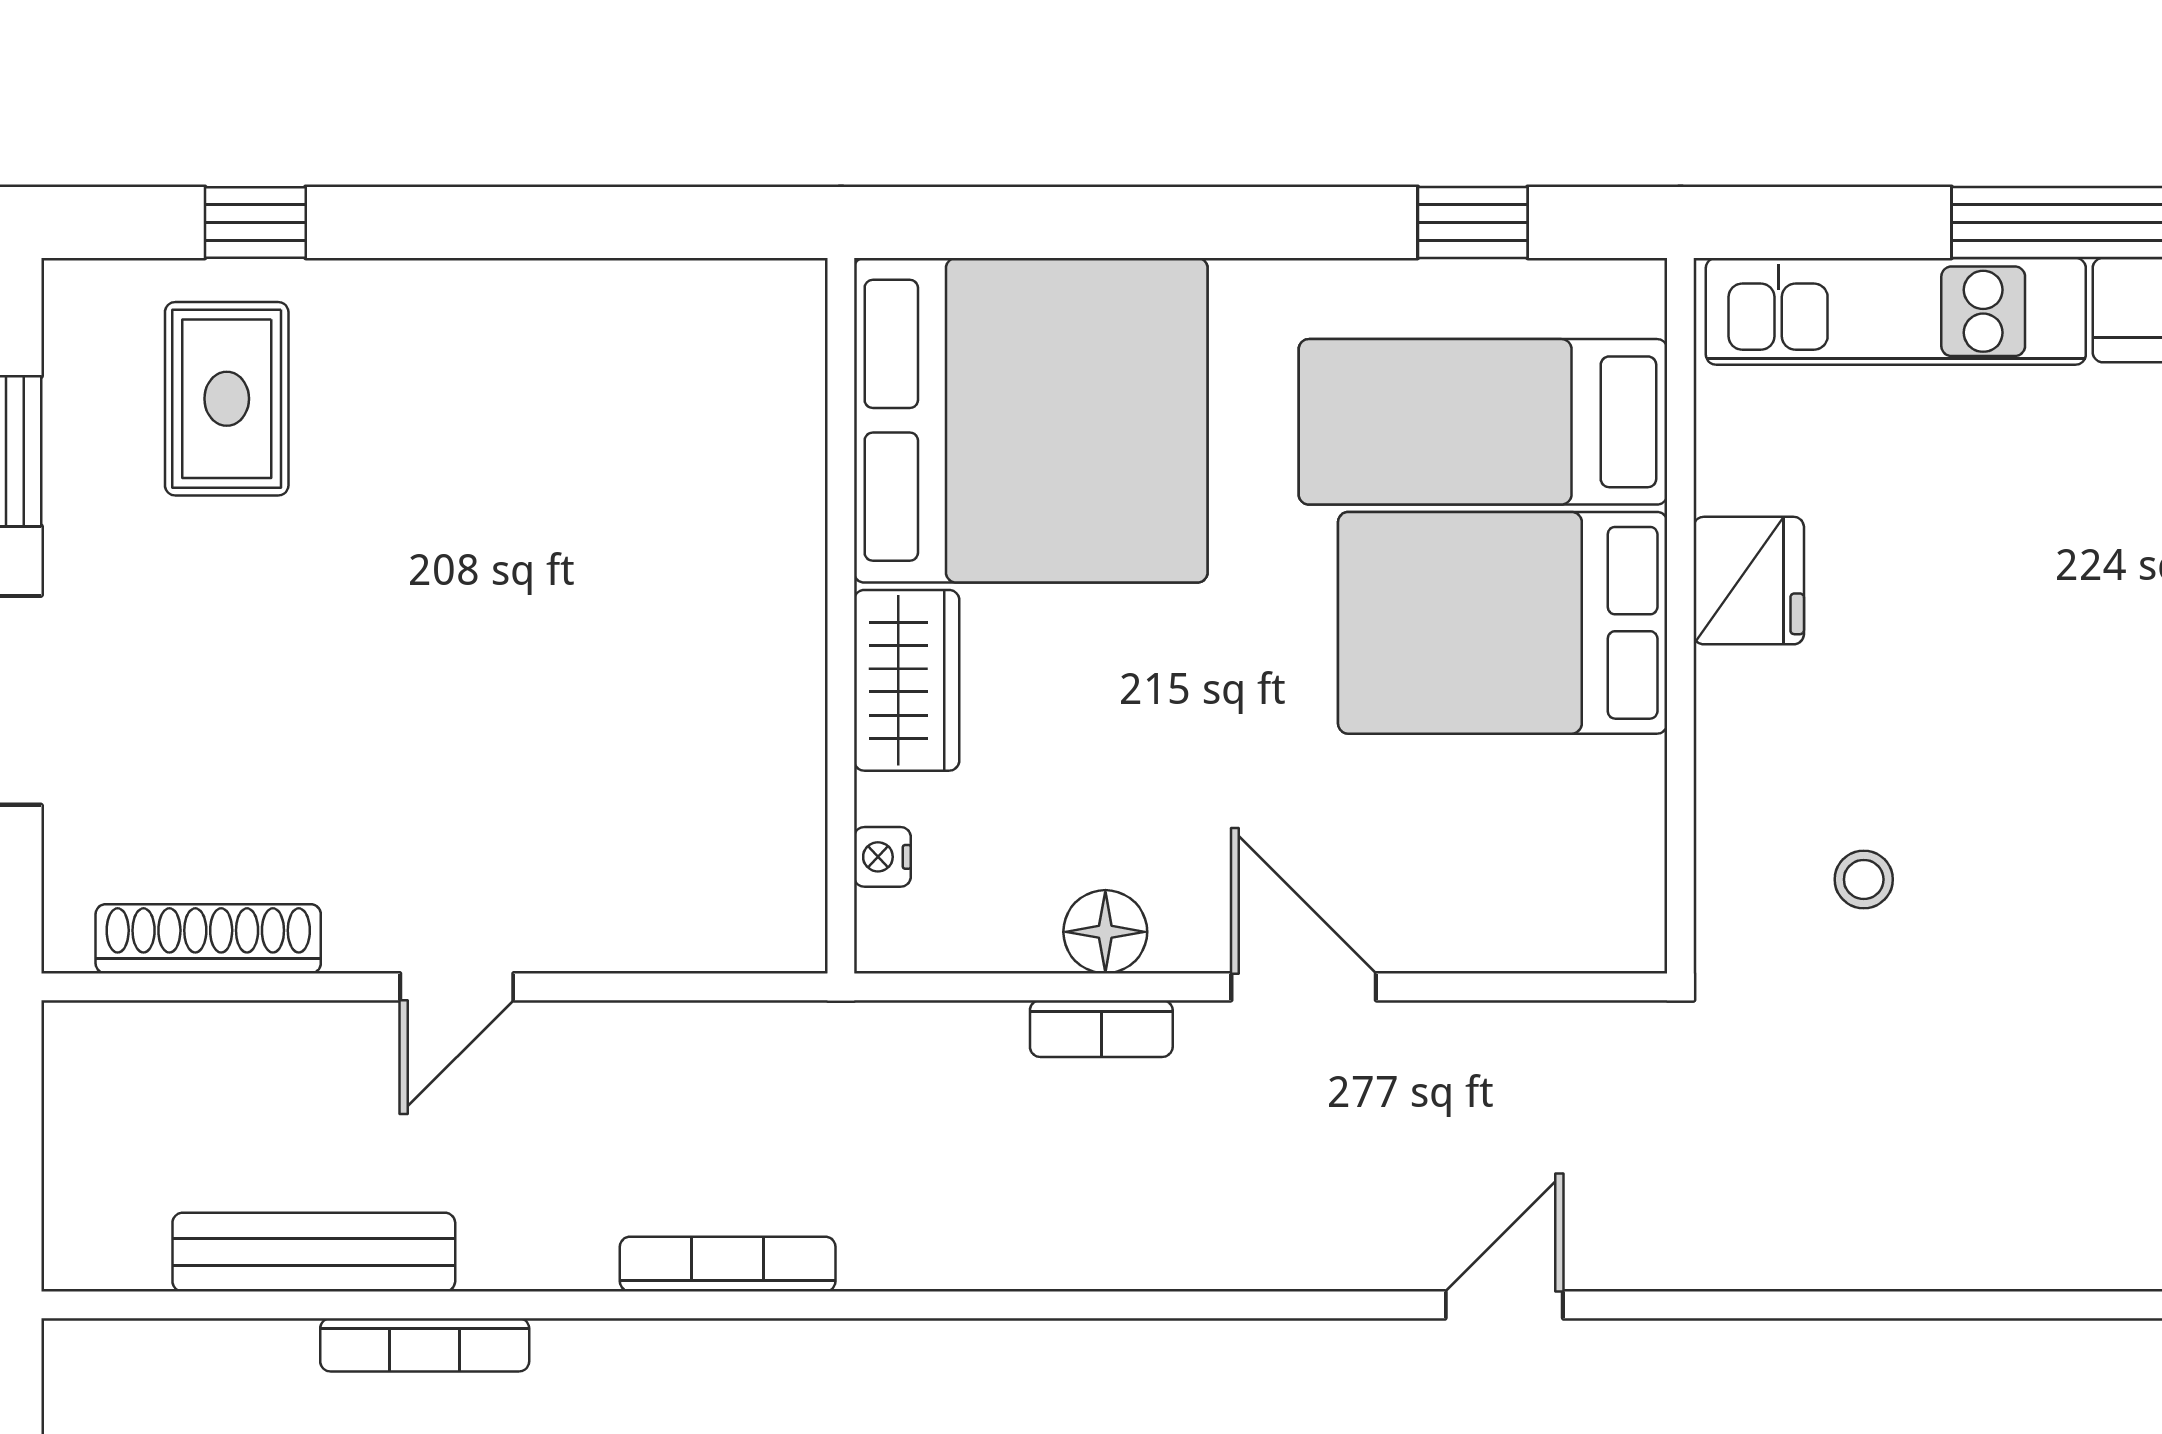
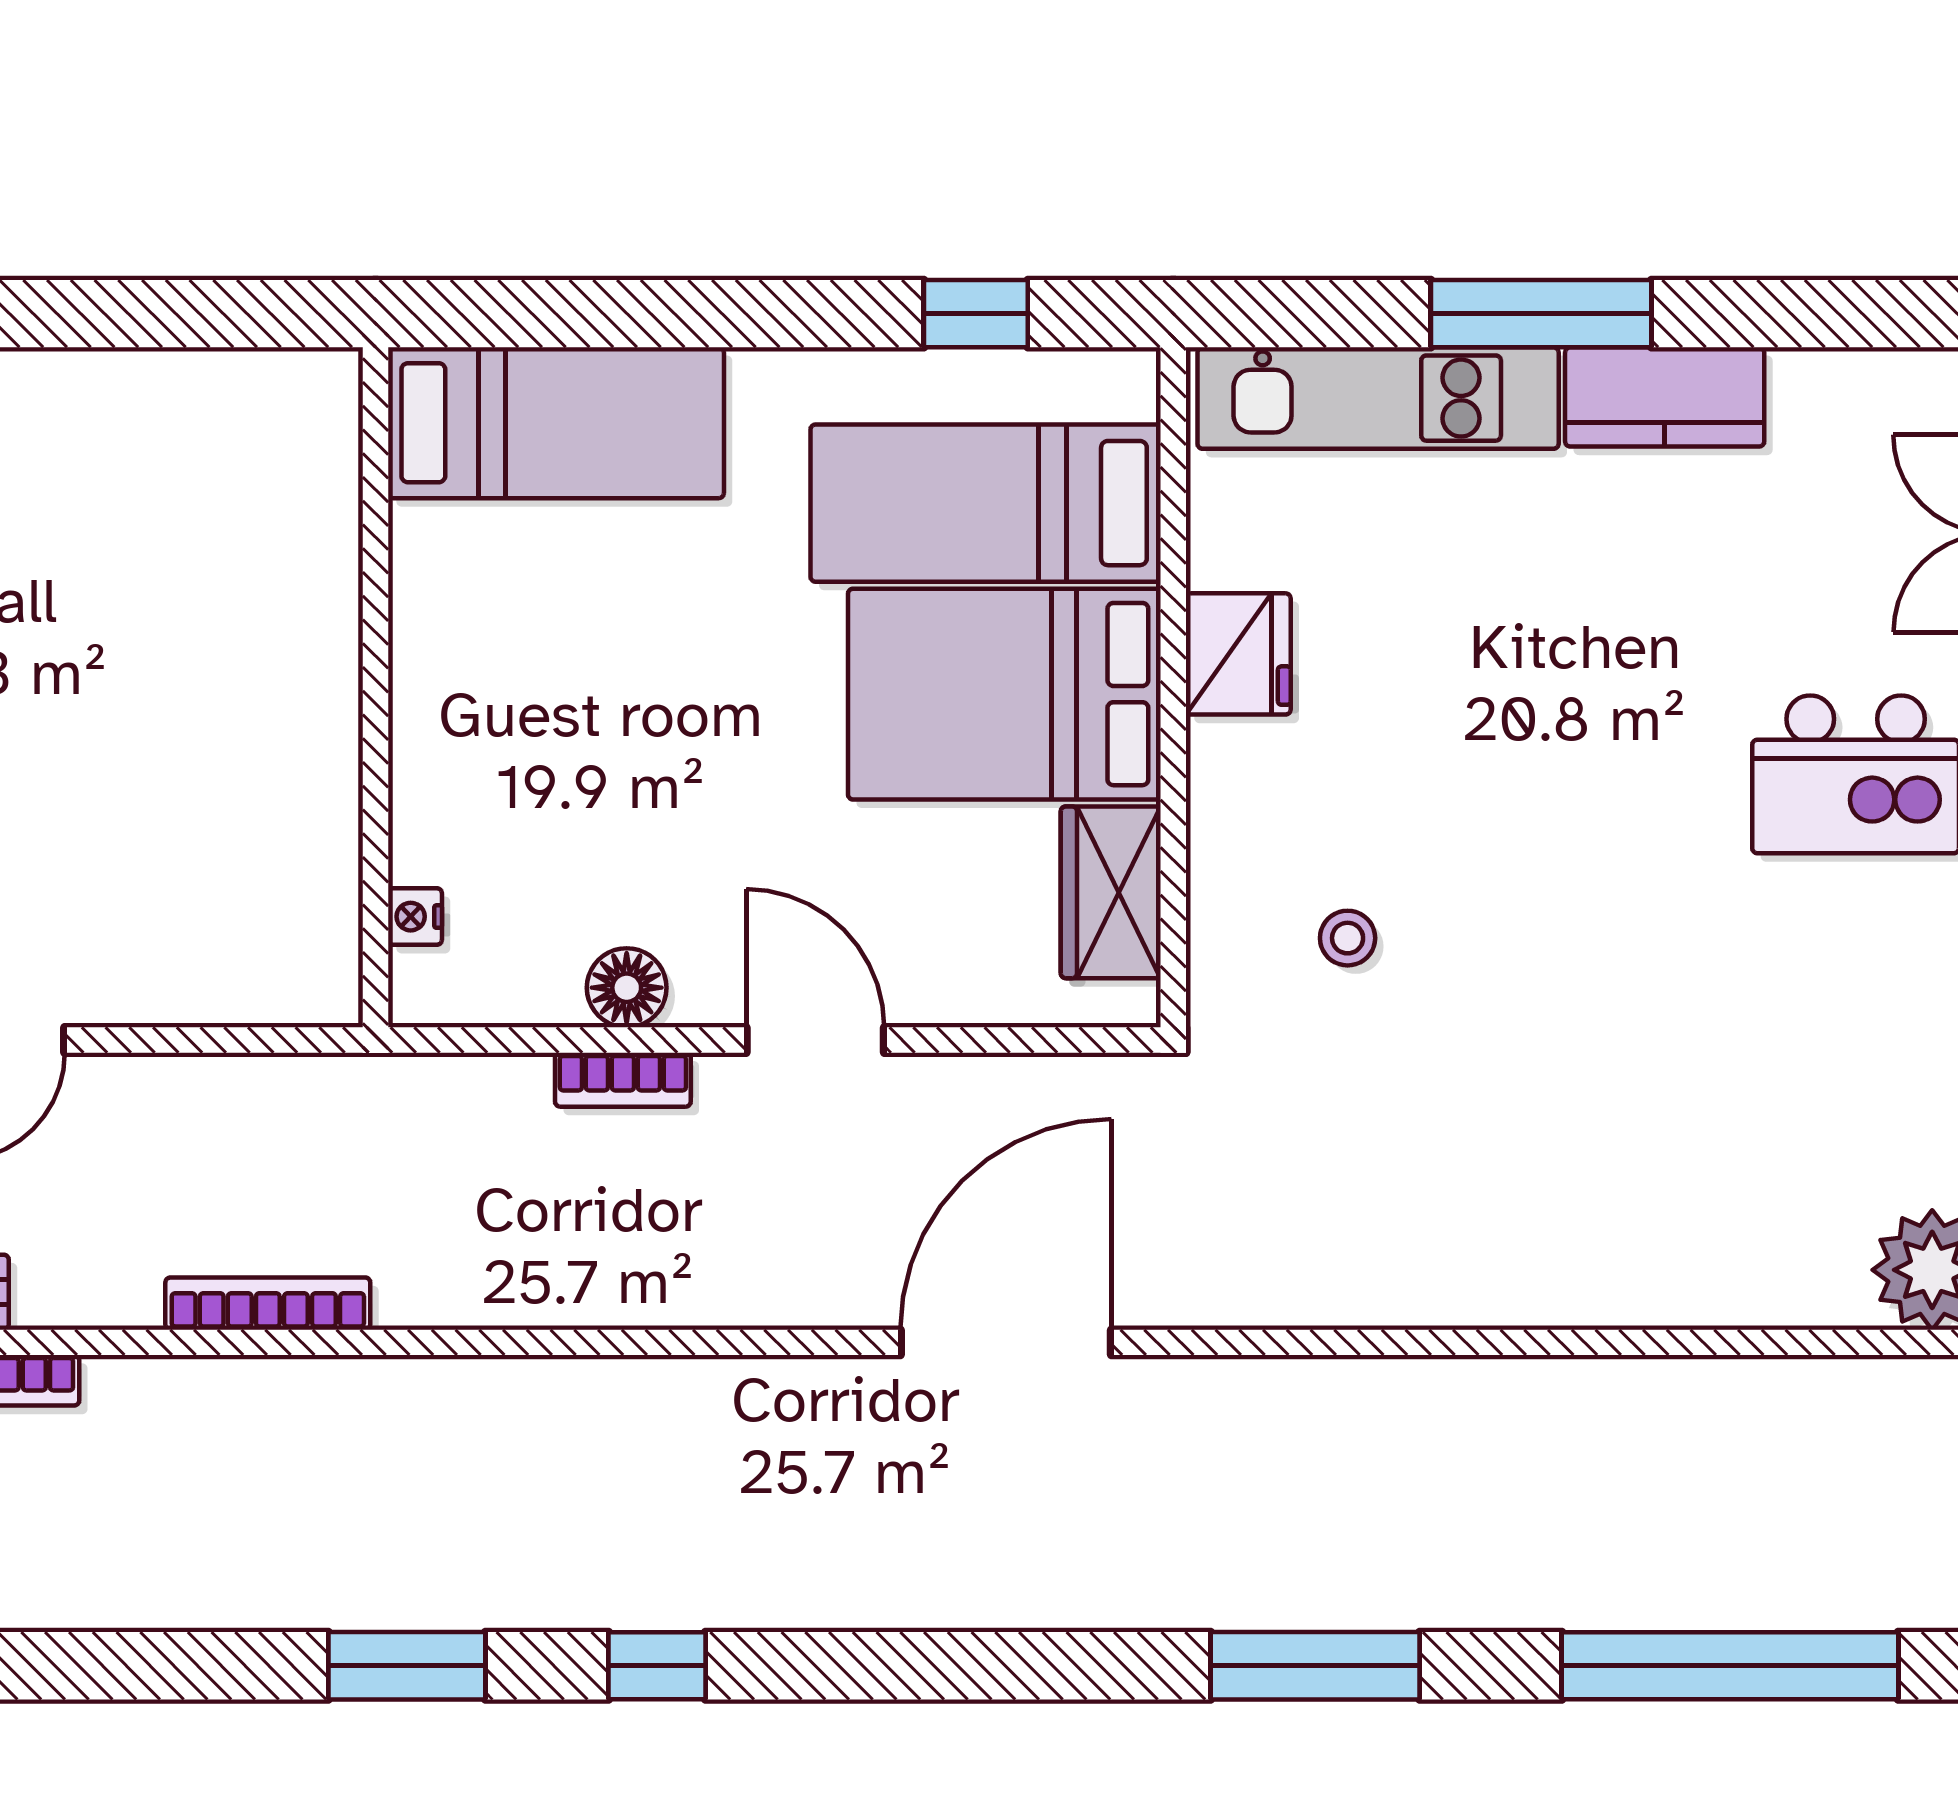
bed: (1031, 420) -> (556, 423), width x0.49
wardrobe: (907, 680) -> (1111, 892), moved, turned 180
door: (1504, 1305) -> (1006, 1342), width x1.88

